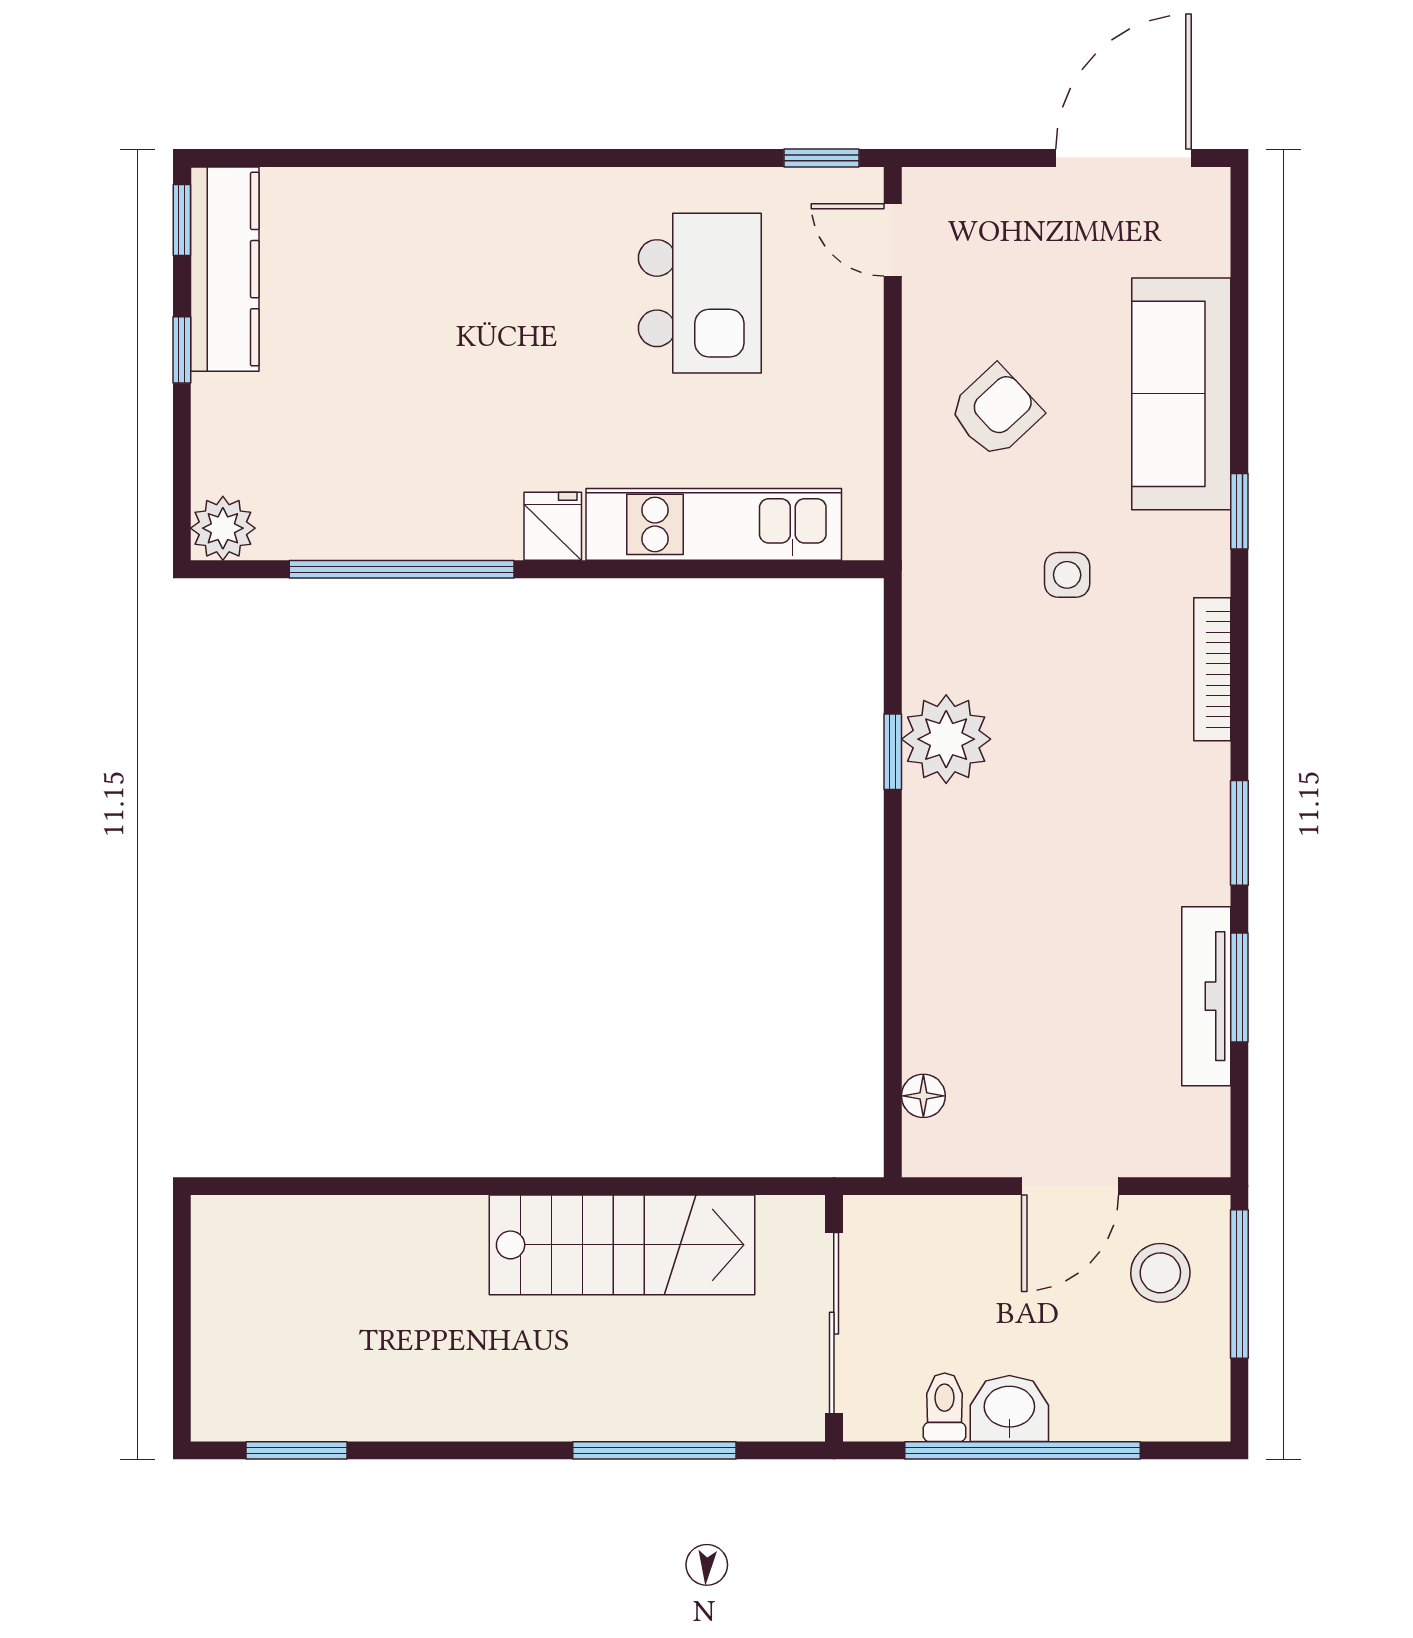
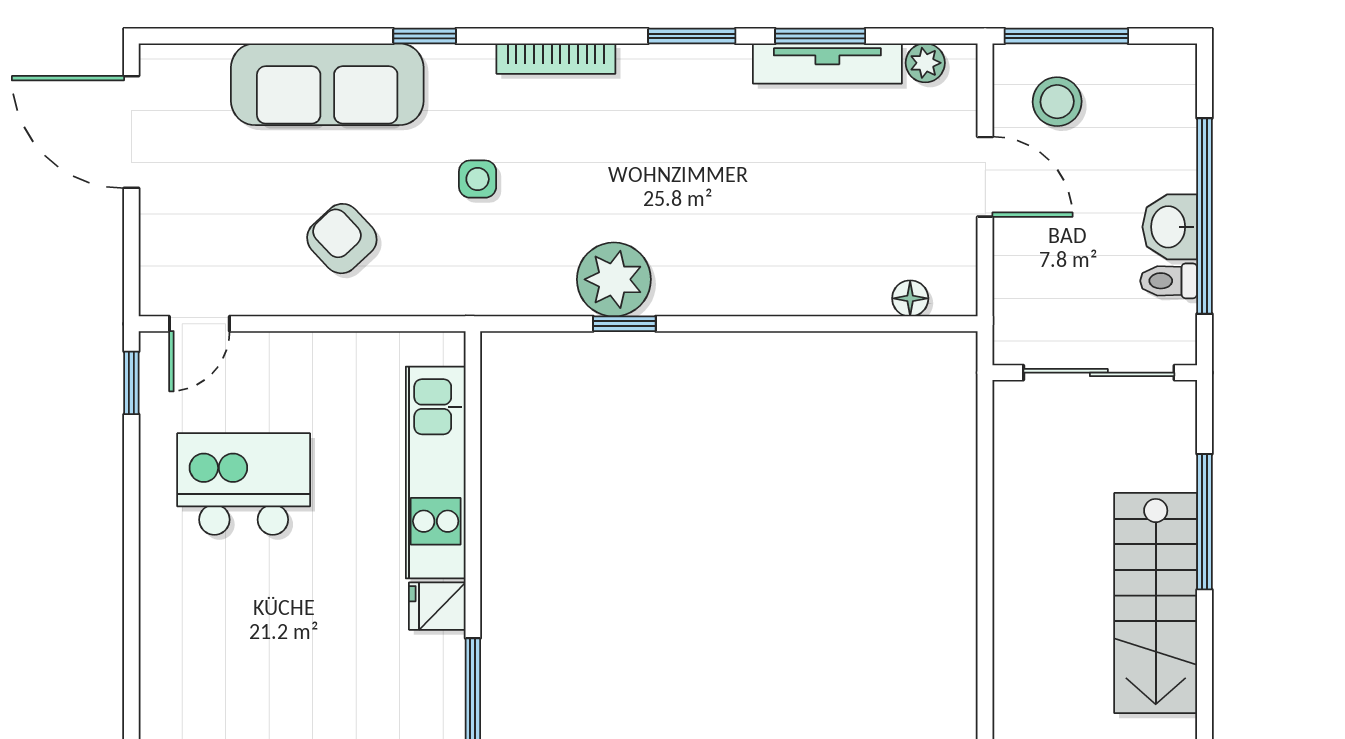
plant: (1207, 1114) -> (925, 63), added
stairs: (622, 1245) -> (1156, 603), moved, turned 180

